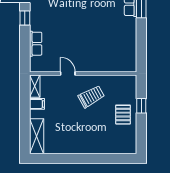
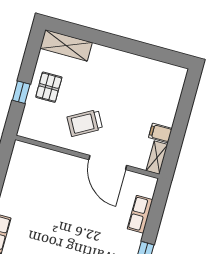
door: (68, 73) -> (108, 162), width x1.87
shelving: (37, 136) -> (66, 45), moved, turned 90

